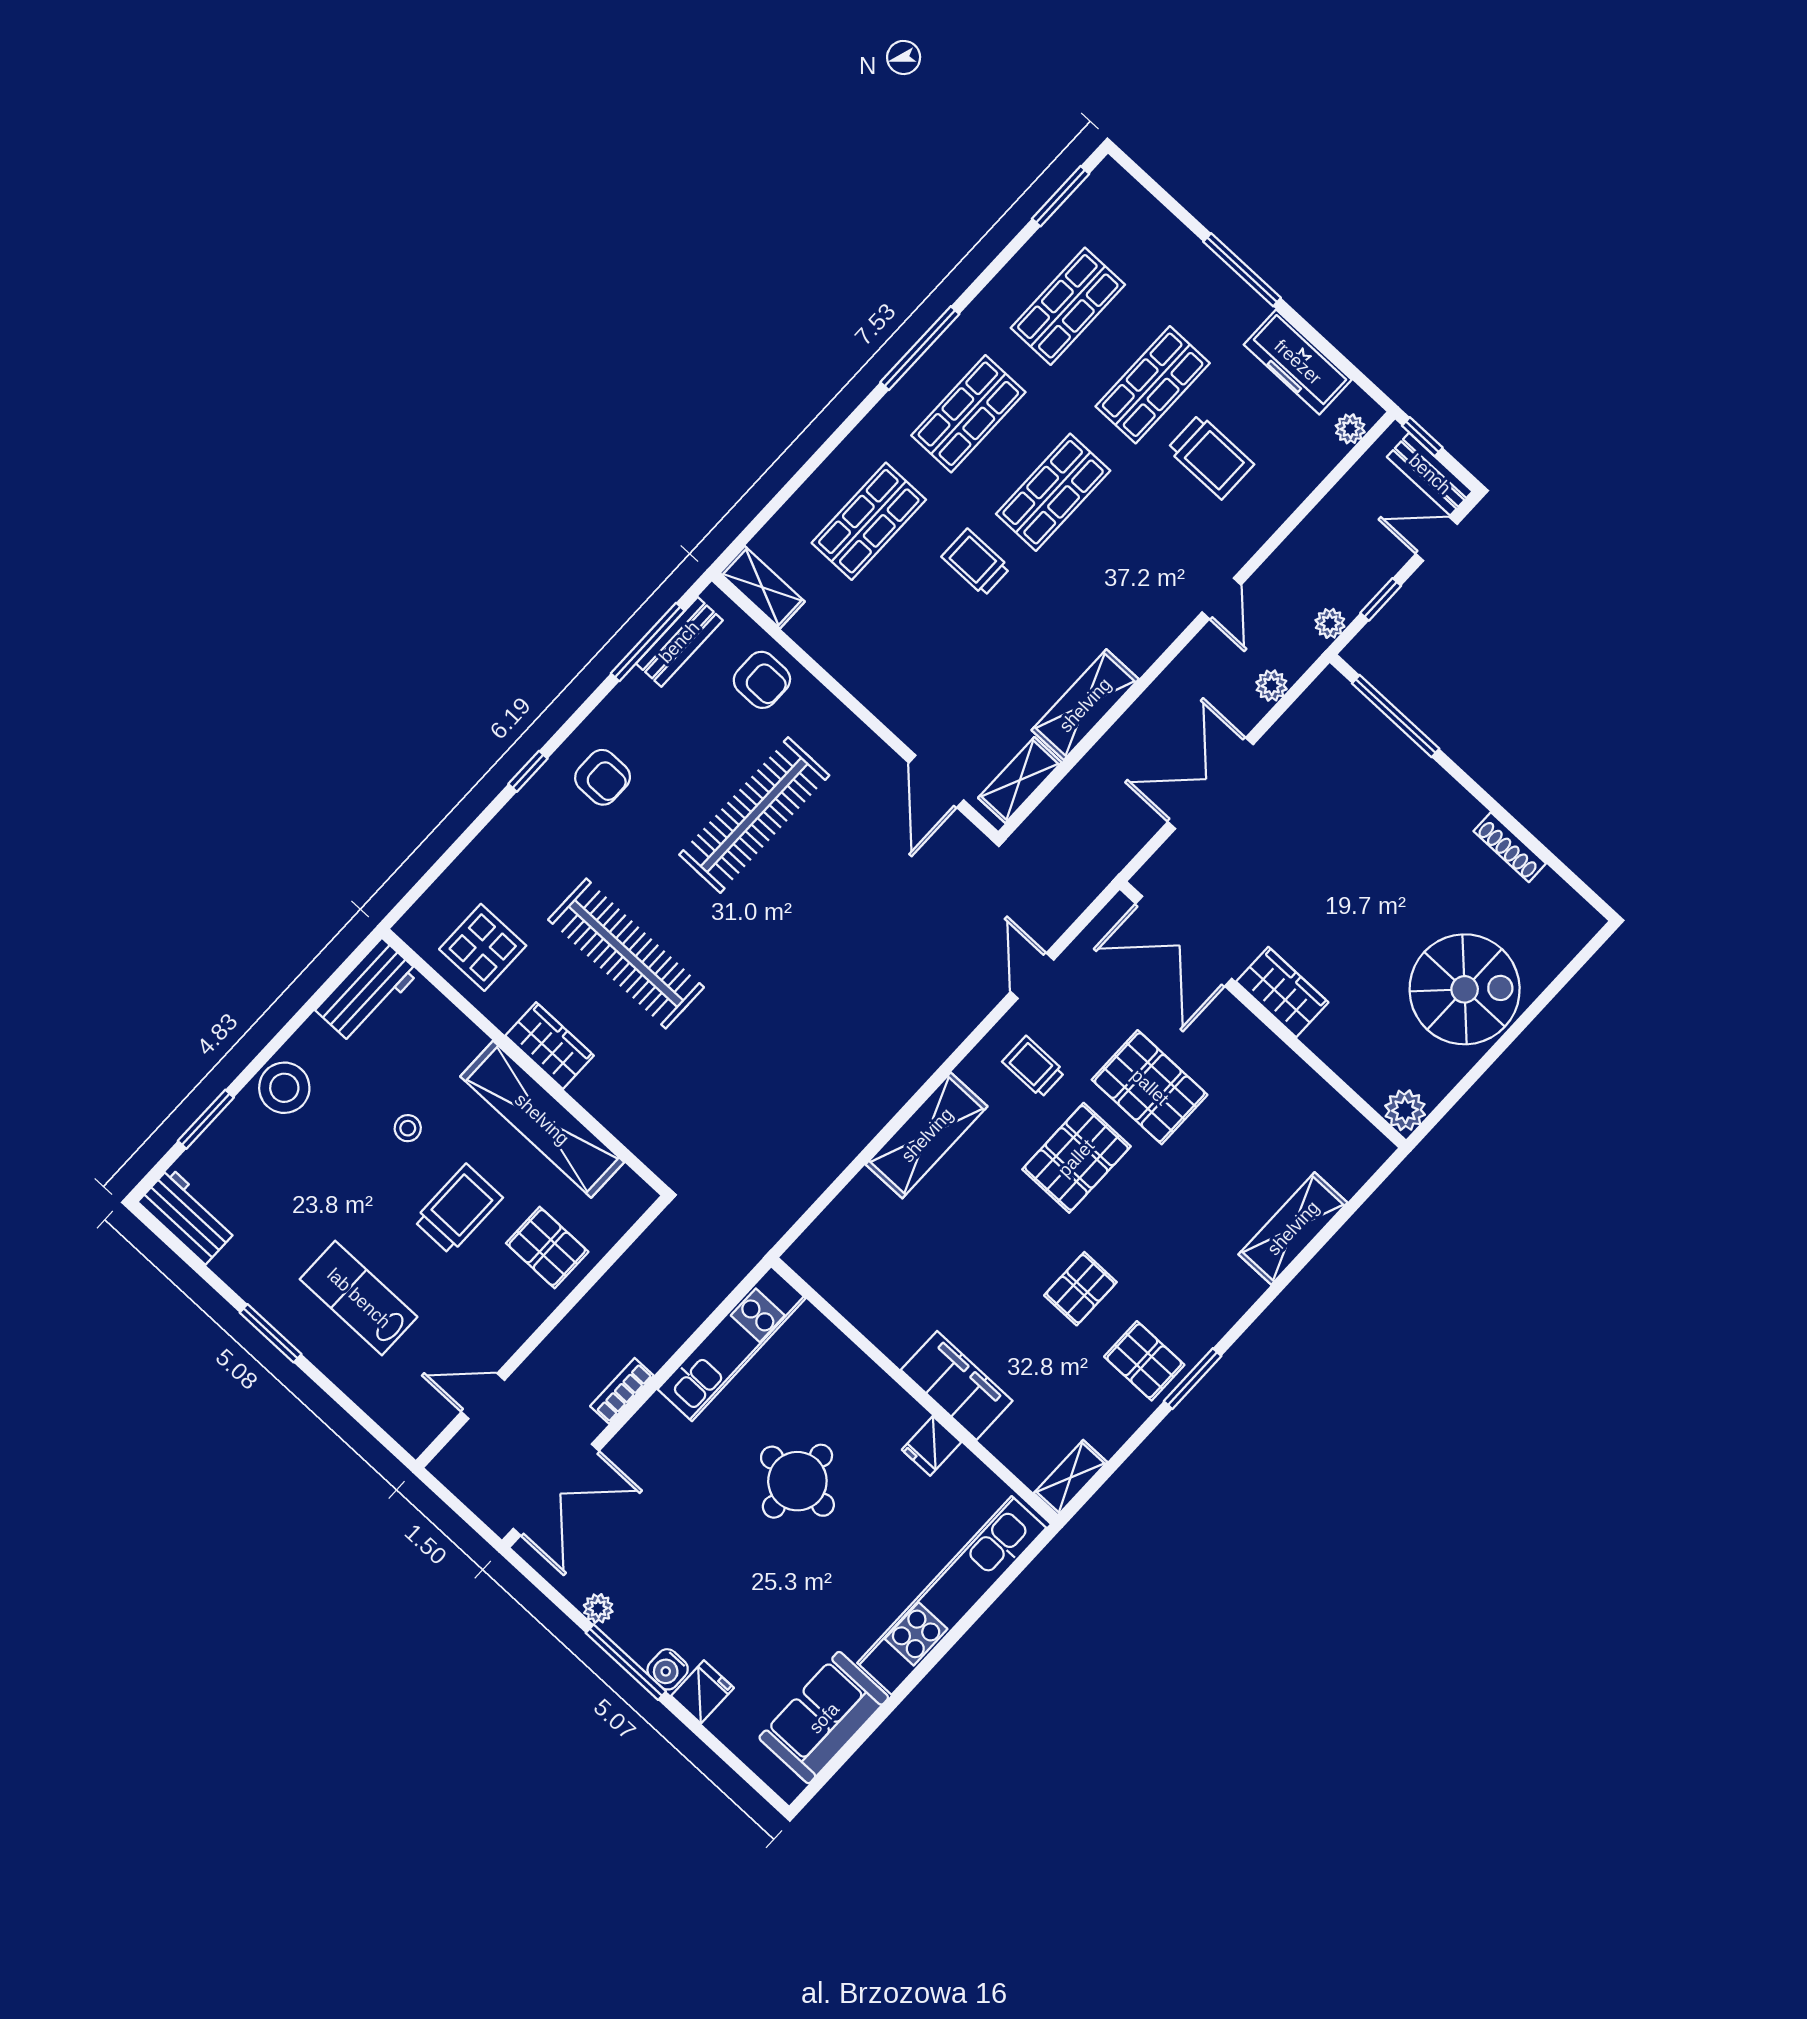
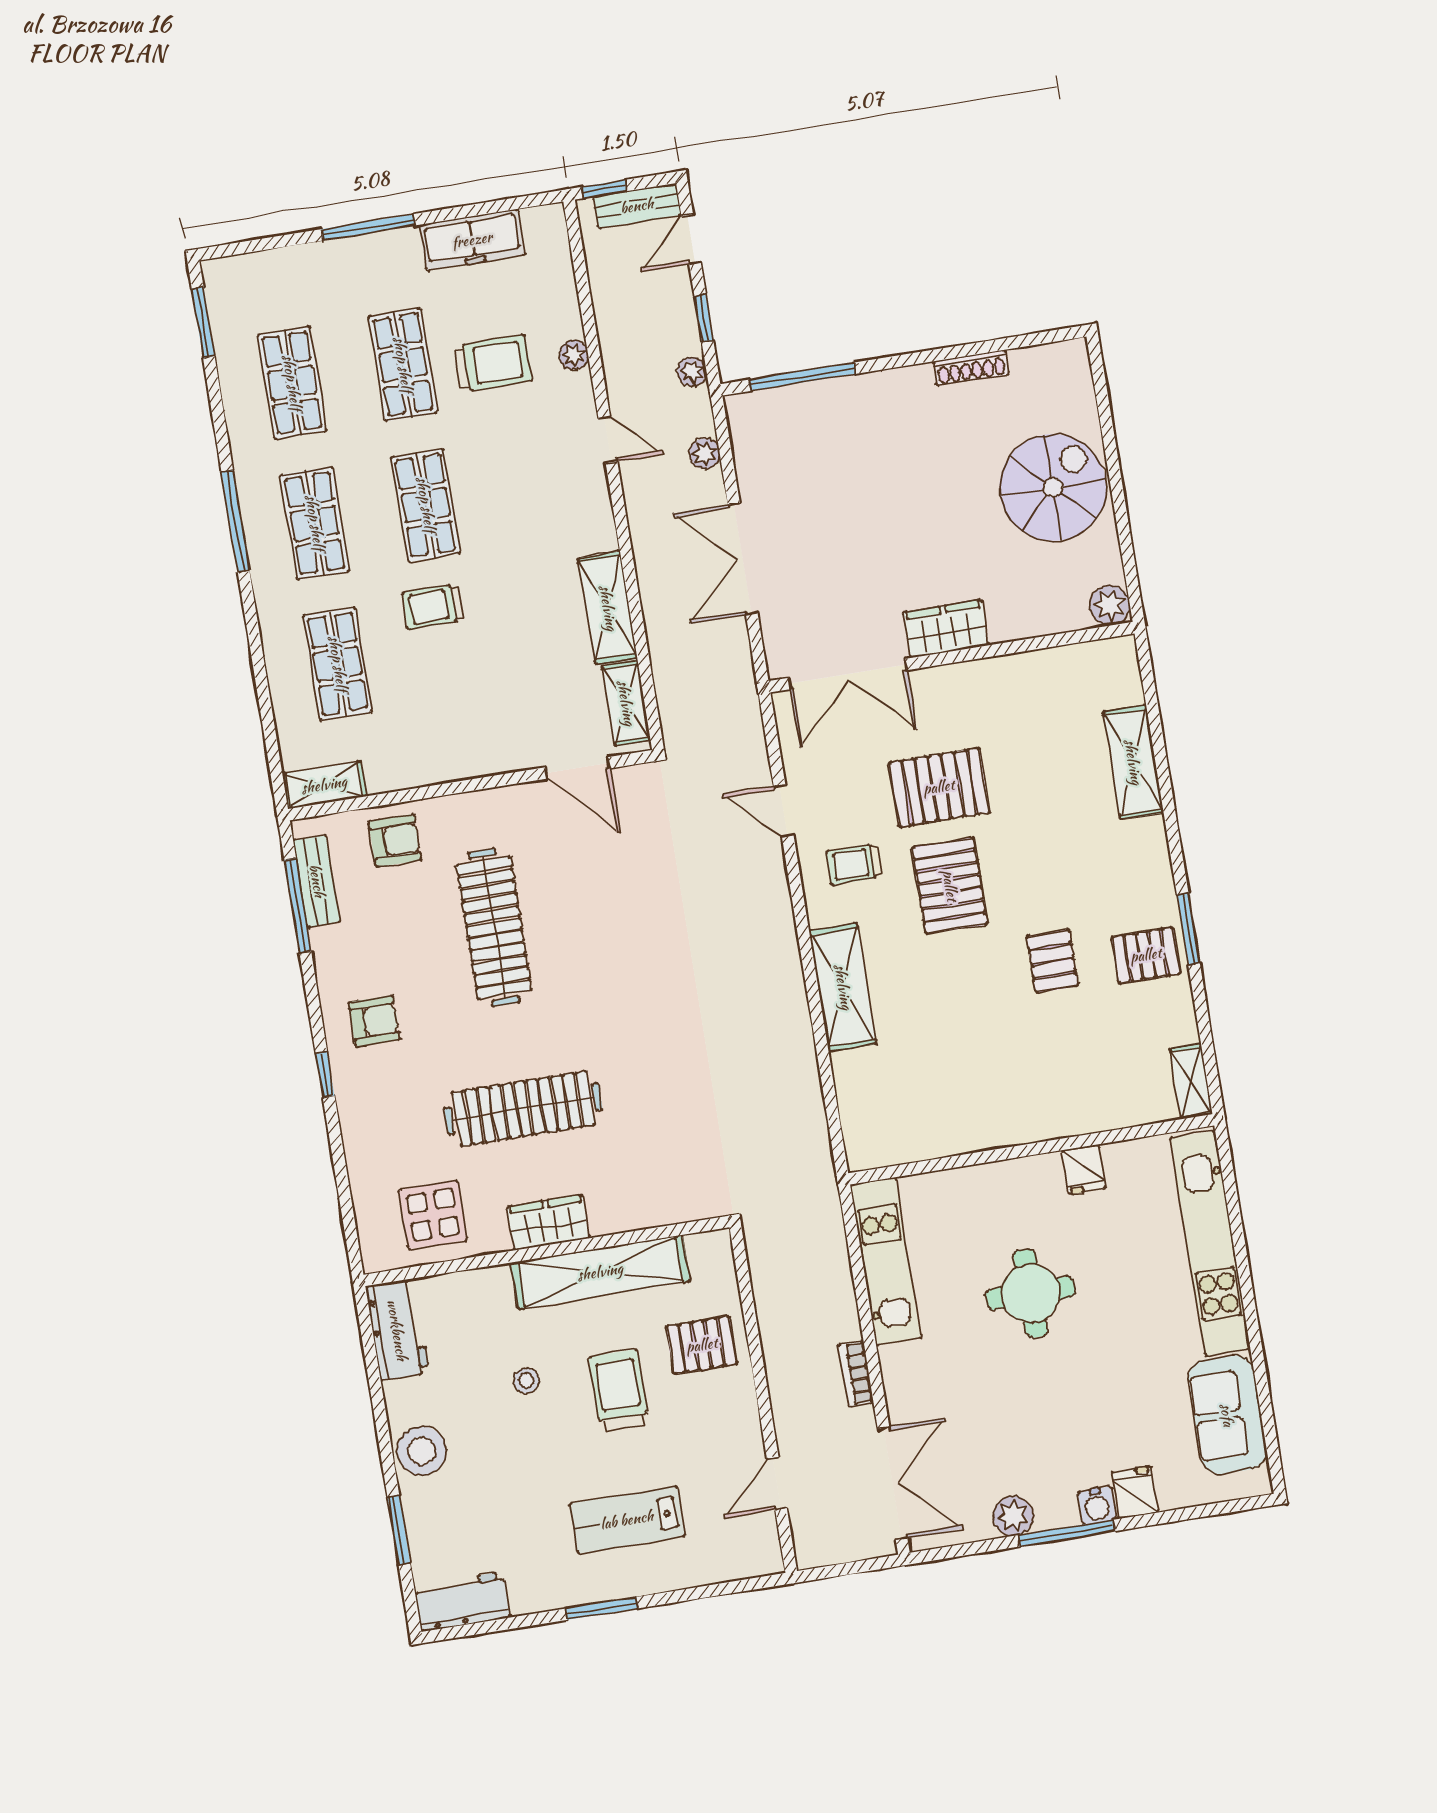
plant: (1350, 429) -> (574, 355), moved
filing cabinet: (957, 1385) -> (1052, 1114), removed
plant: (598, 1608) -> (1013, 1516), width x1.38, depth x1.38

